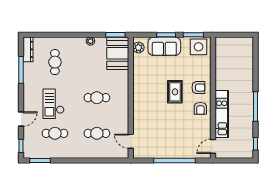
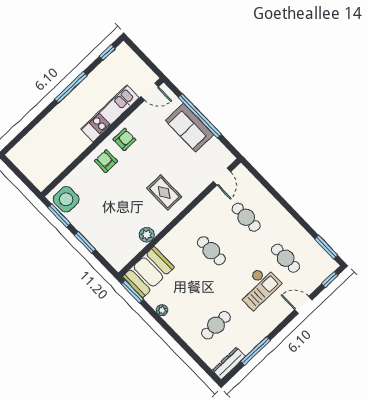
sofa: (164, 46) -> (190, 128), moved, turned 180
plant: (138, 48) -> (147, 235), moved
rug: (175, 92) -> (164, 192), moved, turned 90

